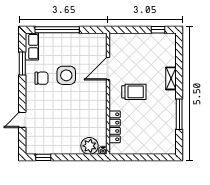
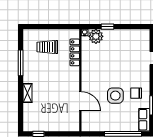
door: (108, 69) -> (80, 101), hinge flipped
trolley: (134, 92) -> (47, 47), moved
window: (43, 157) -> (108, 27), moved

